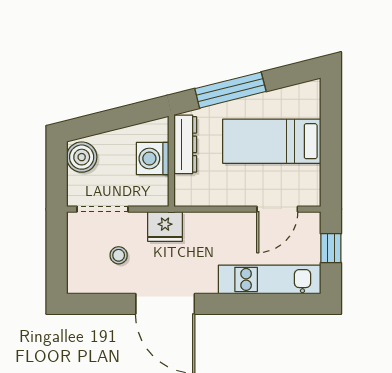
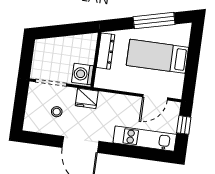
window: (230, 90) -> (154, 21), moved
boiler: (82, 157) -> (43, 50), removed
washing machine: (153, 158) -> (83, 74), moved

